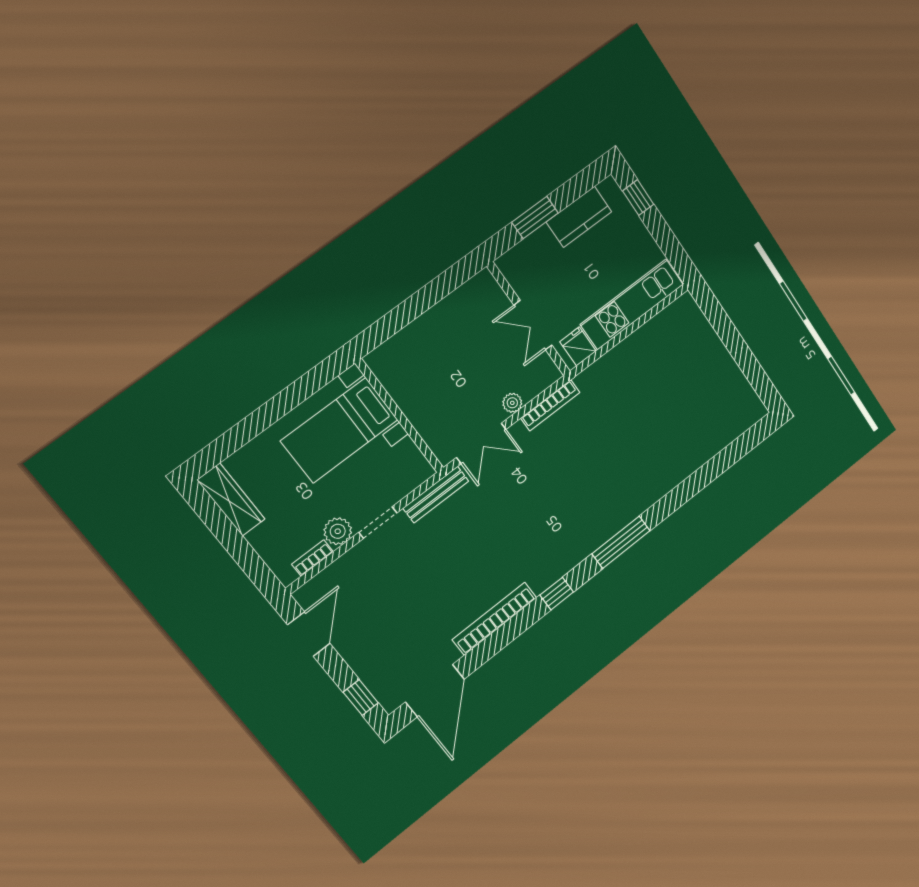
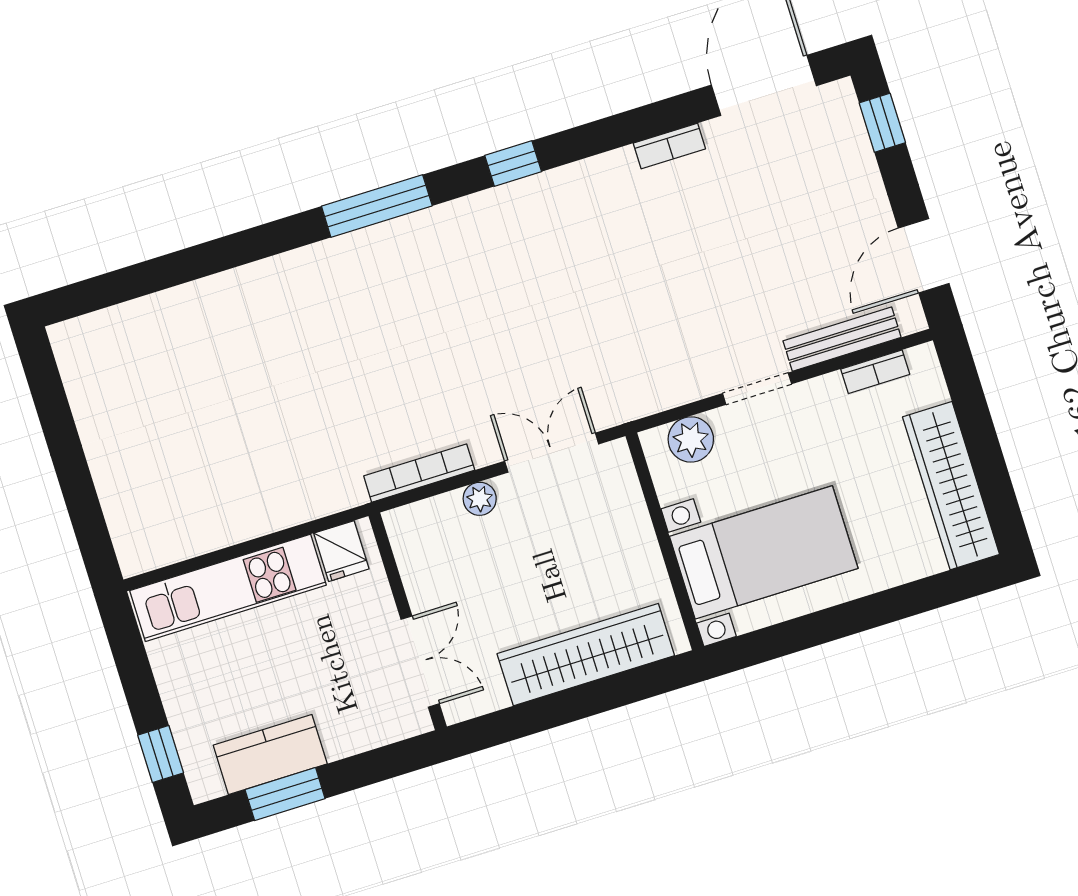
window: (535, 218) -> (285, 794), moved
double door: (533, 325) -> (420, 662), moved
wardrobe: (422, 335) -> (586, 655), added
bench: (436, 495) -> (842, 339), moved
wardrobe: (231, 500) -> (951, 486), width x1.40, depth x1.17
plant: (338, 531) -> (691, 439), moved
bookcase: (495, 619) -> (669, 146), width x0.43, depth x0.76

